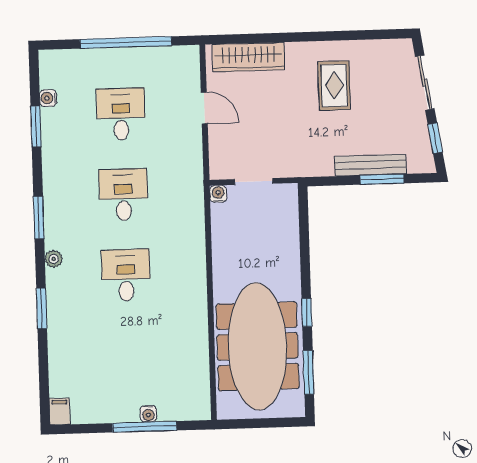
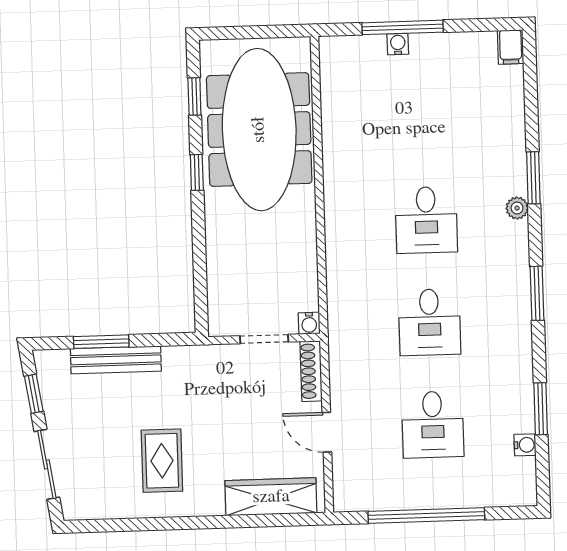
shoe rack: (217, 156) -> (311, 371), added
plant: (54, 259) -> (517, 208), moved
window: (309, 372) -> (194, 96), width x0.67

